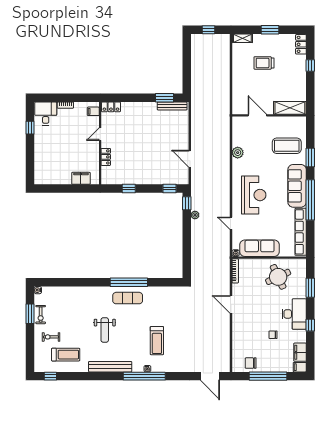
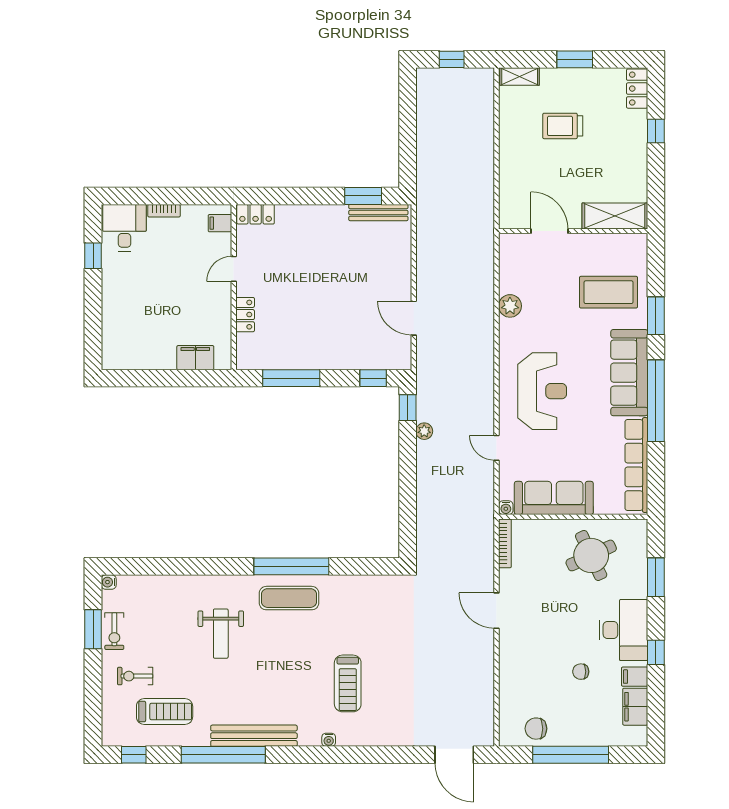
window: (129, 189) -> (291, 378), width x2.17
weight bench: (105, 330) -> (221, 634), moved
filing cabinet: (300, 367) -> (635, 677), moved
window: (144, 376) -> (223, 755), moved

